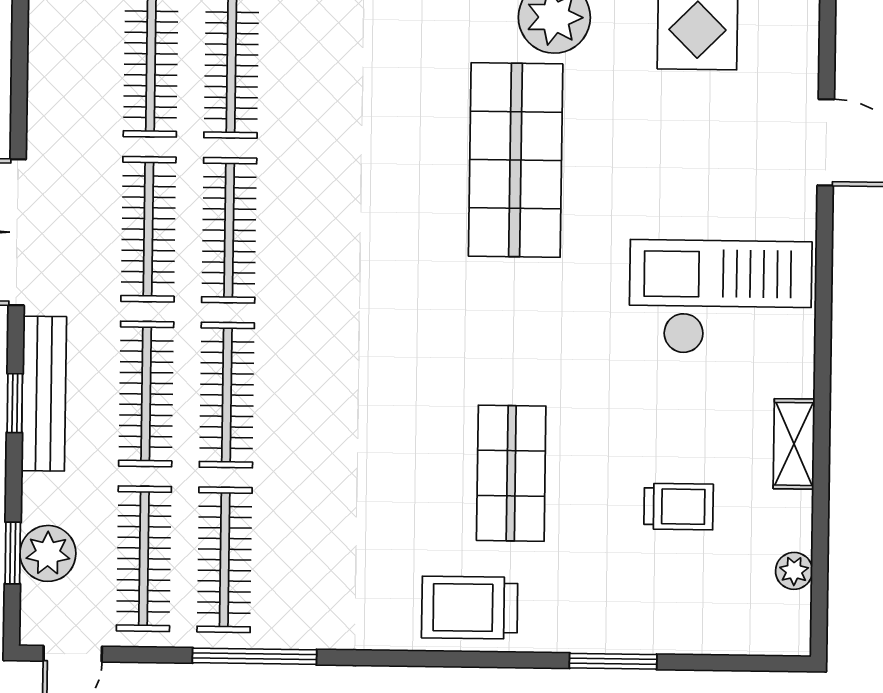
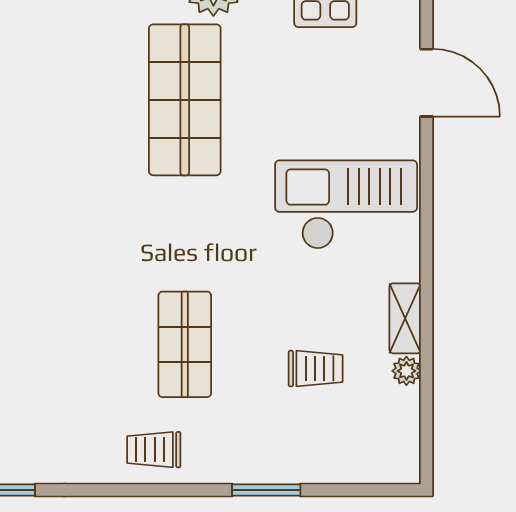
plant: (794, 571) -> (406, 371), moved
trolley: (470, 608) -> (154, 450), width x0.73, depth x0.72

